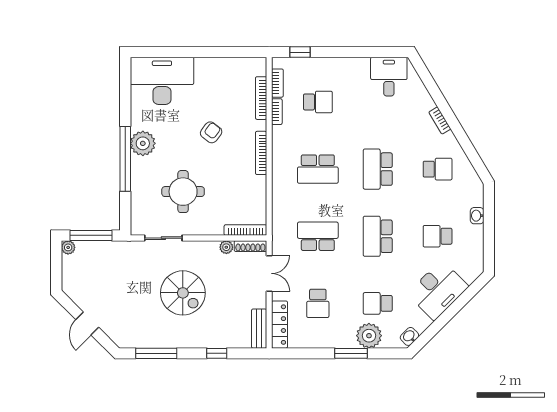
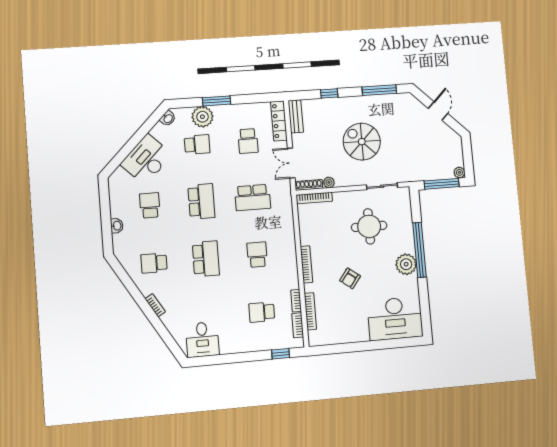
school desk: (318, 169) -> (257, 255), width x0.54
school desk: (438, 236) -> (150, 205), turned -90
school desk: (318, 303) -> (248, 141), turned 180

